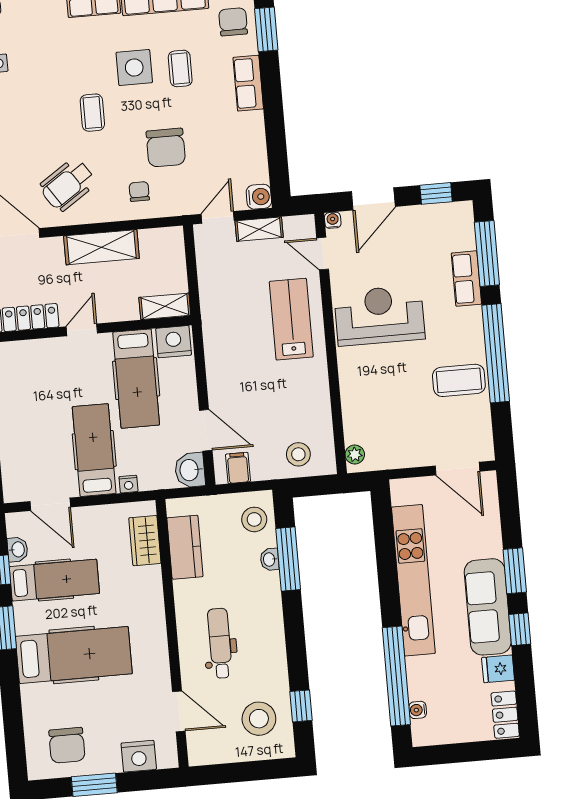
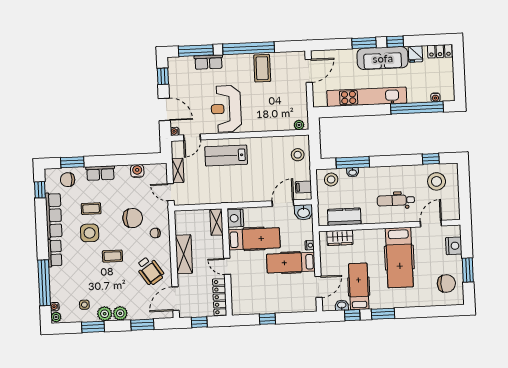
water cooler: (259, 197) -> (137, 171), moved
hospital bed: (74, 655) -> (399, 258), moved, turned 180

